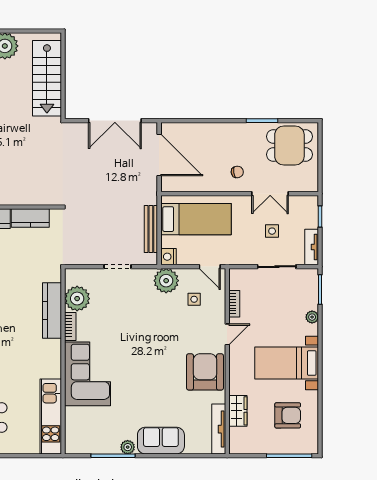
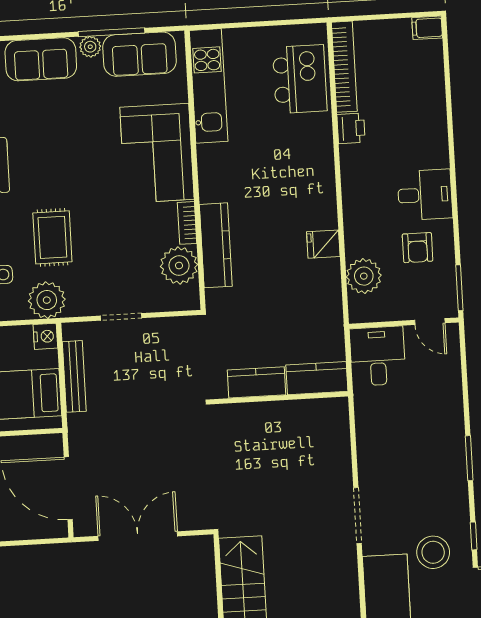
rug: (160, 322) -> (52, 237), added
sofa: (95, 440) -> (139, 54), added

